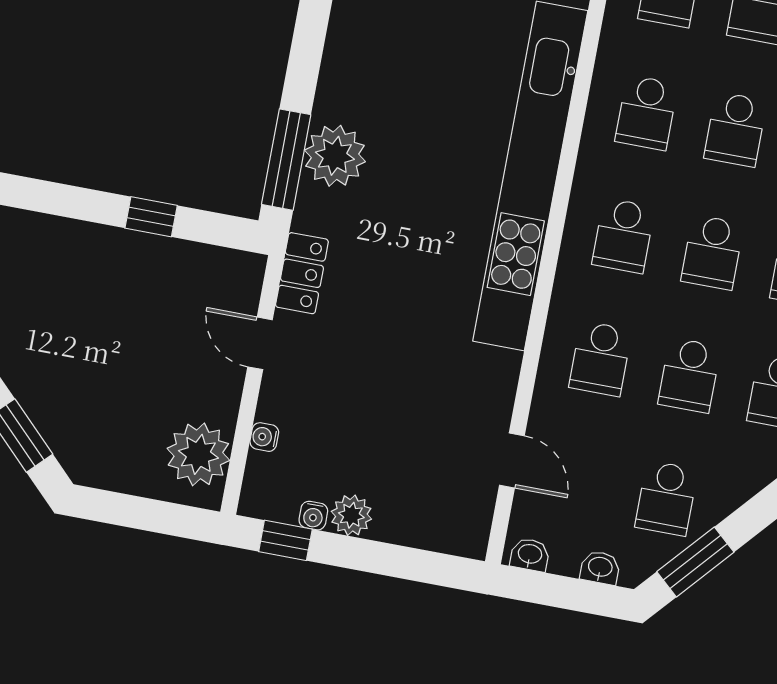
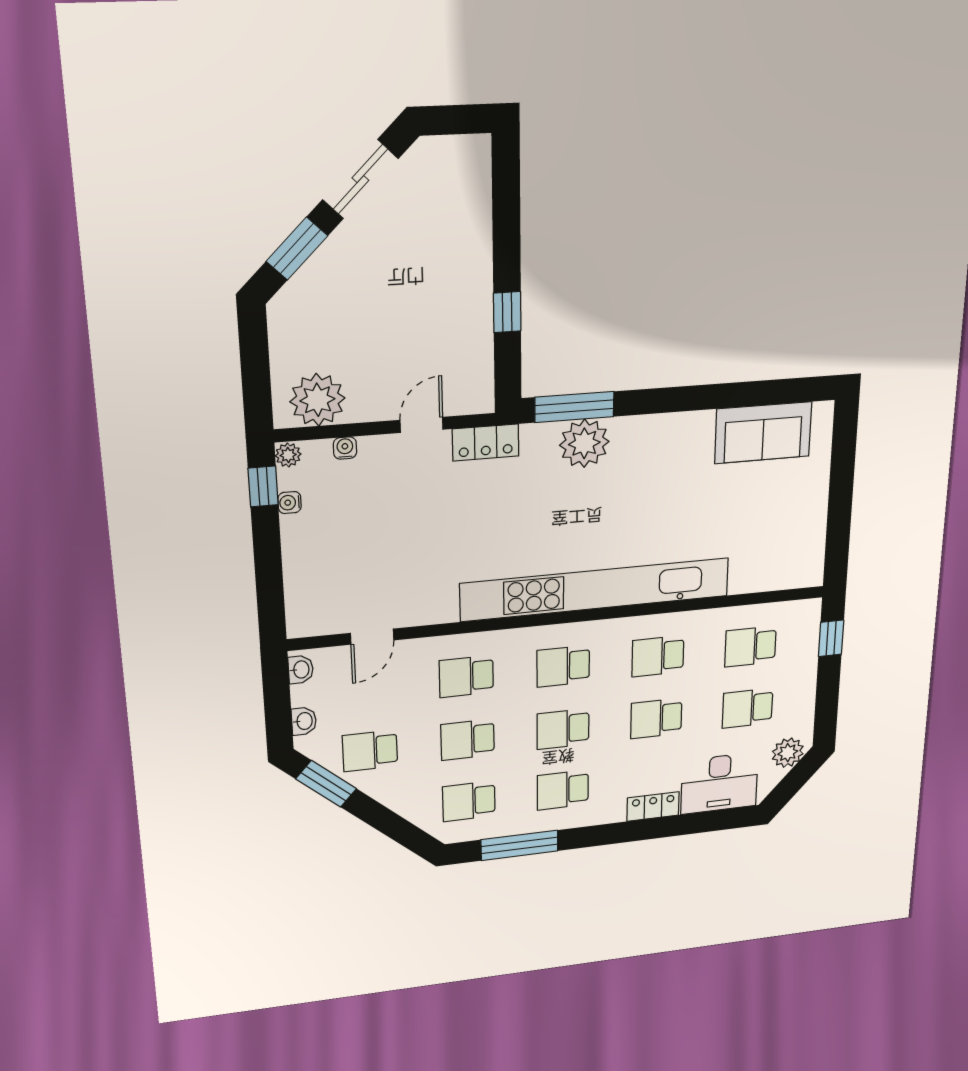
plant: (351, 515) -> (288, 455), moved, width x0.73, depth x0.73

